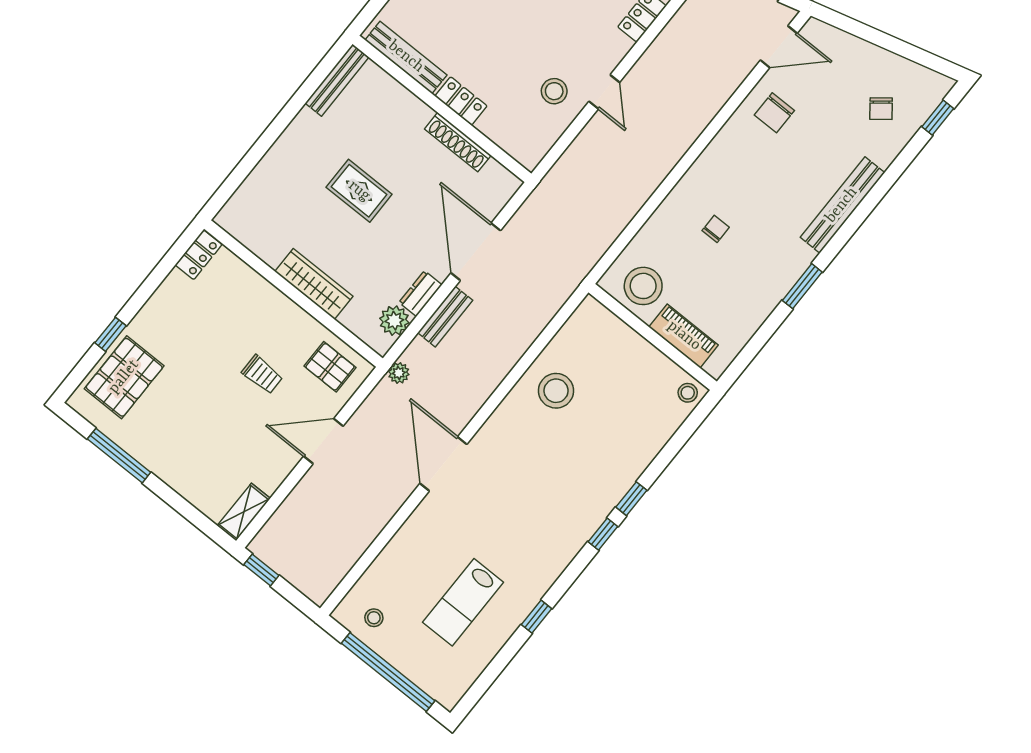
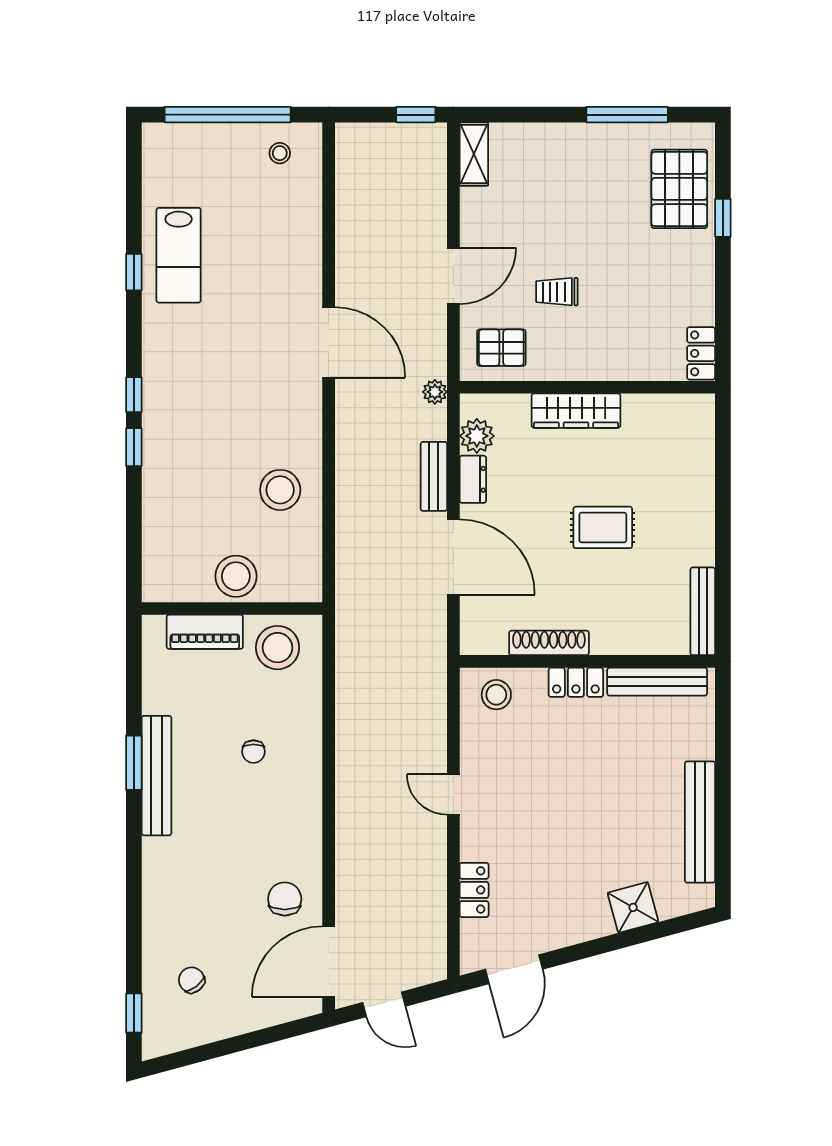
door: (779, 47) -> (329, 962), width x1.36
stool: (554, 91) -> (496, 695), moved
bench: (842, 205) -> (157, 776), moved
stool: (688, 393) -> (236, 576), moved, width x1.89, depth x1.89
lab bench: (463, 602) -> (179, 255), moved, turned 180

